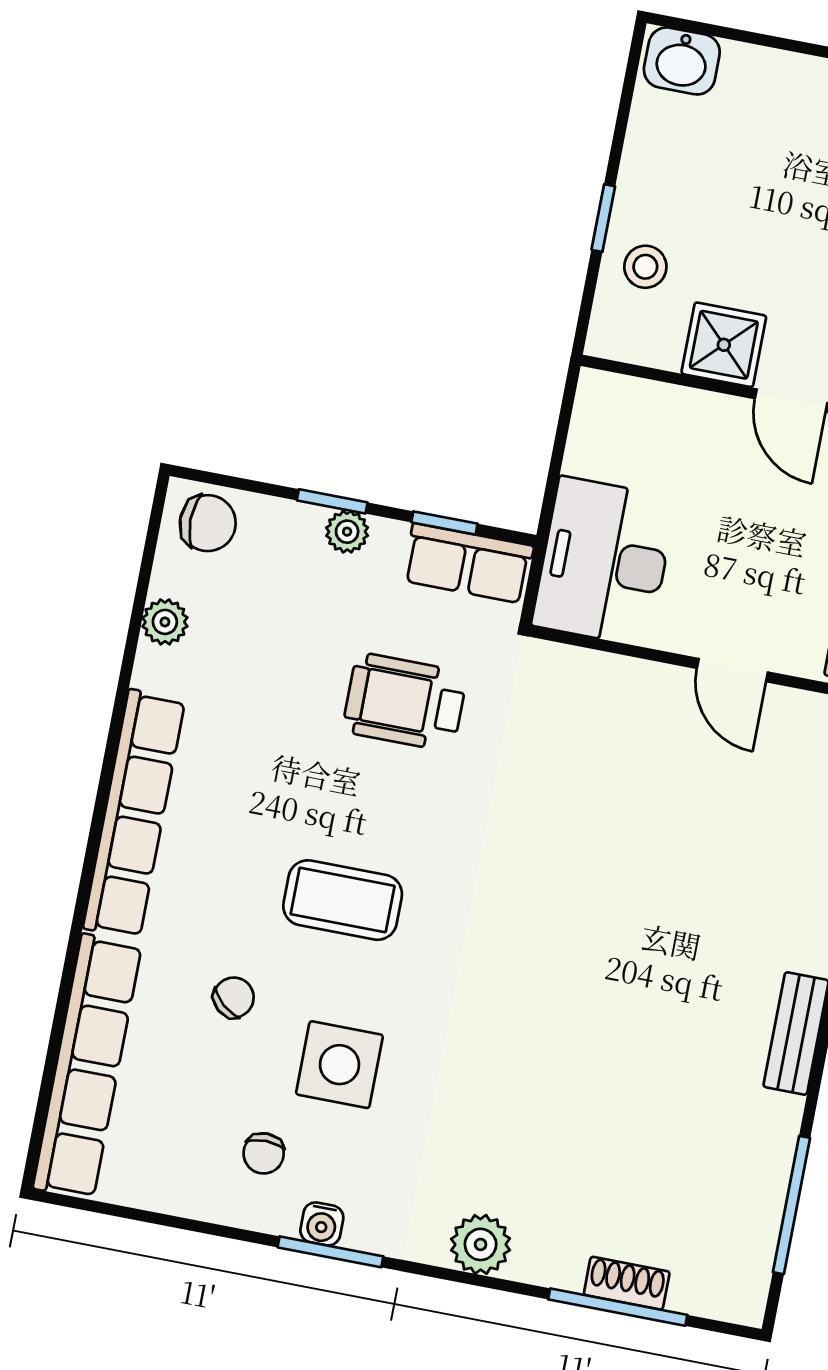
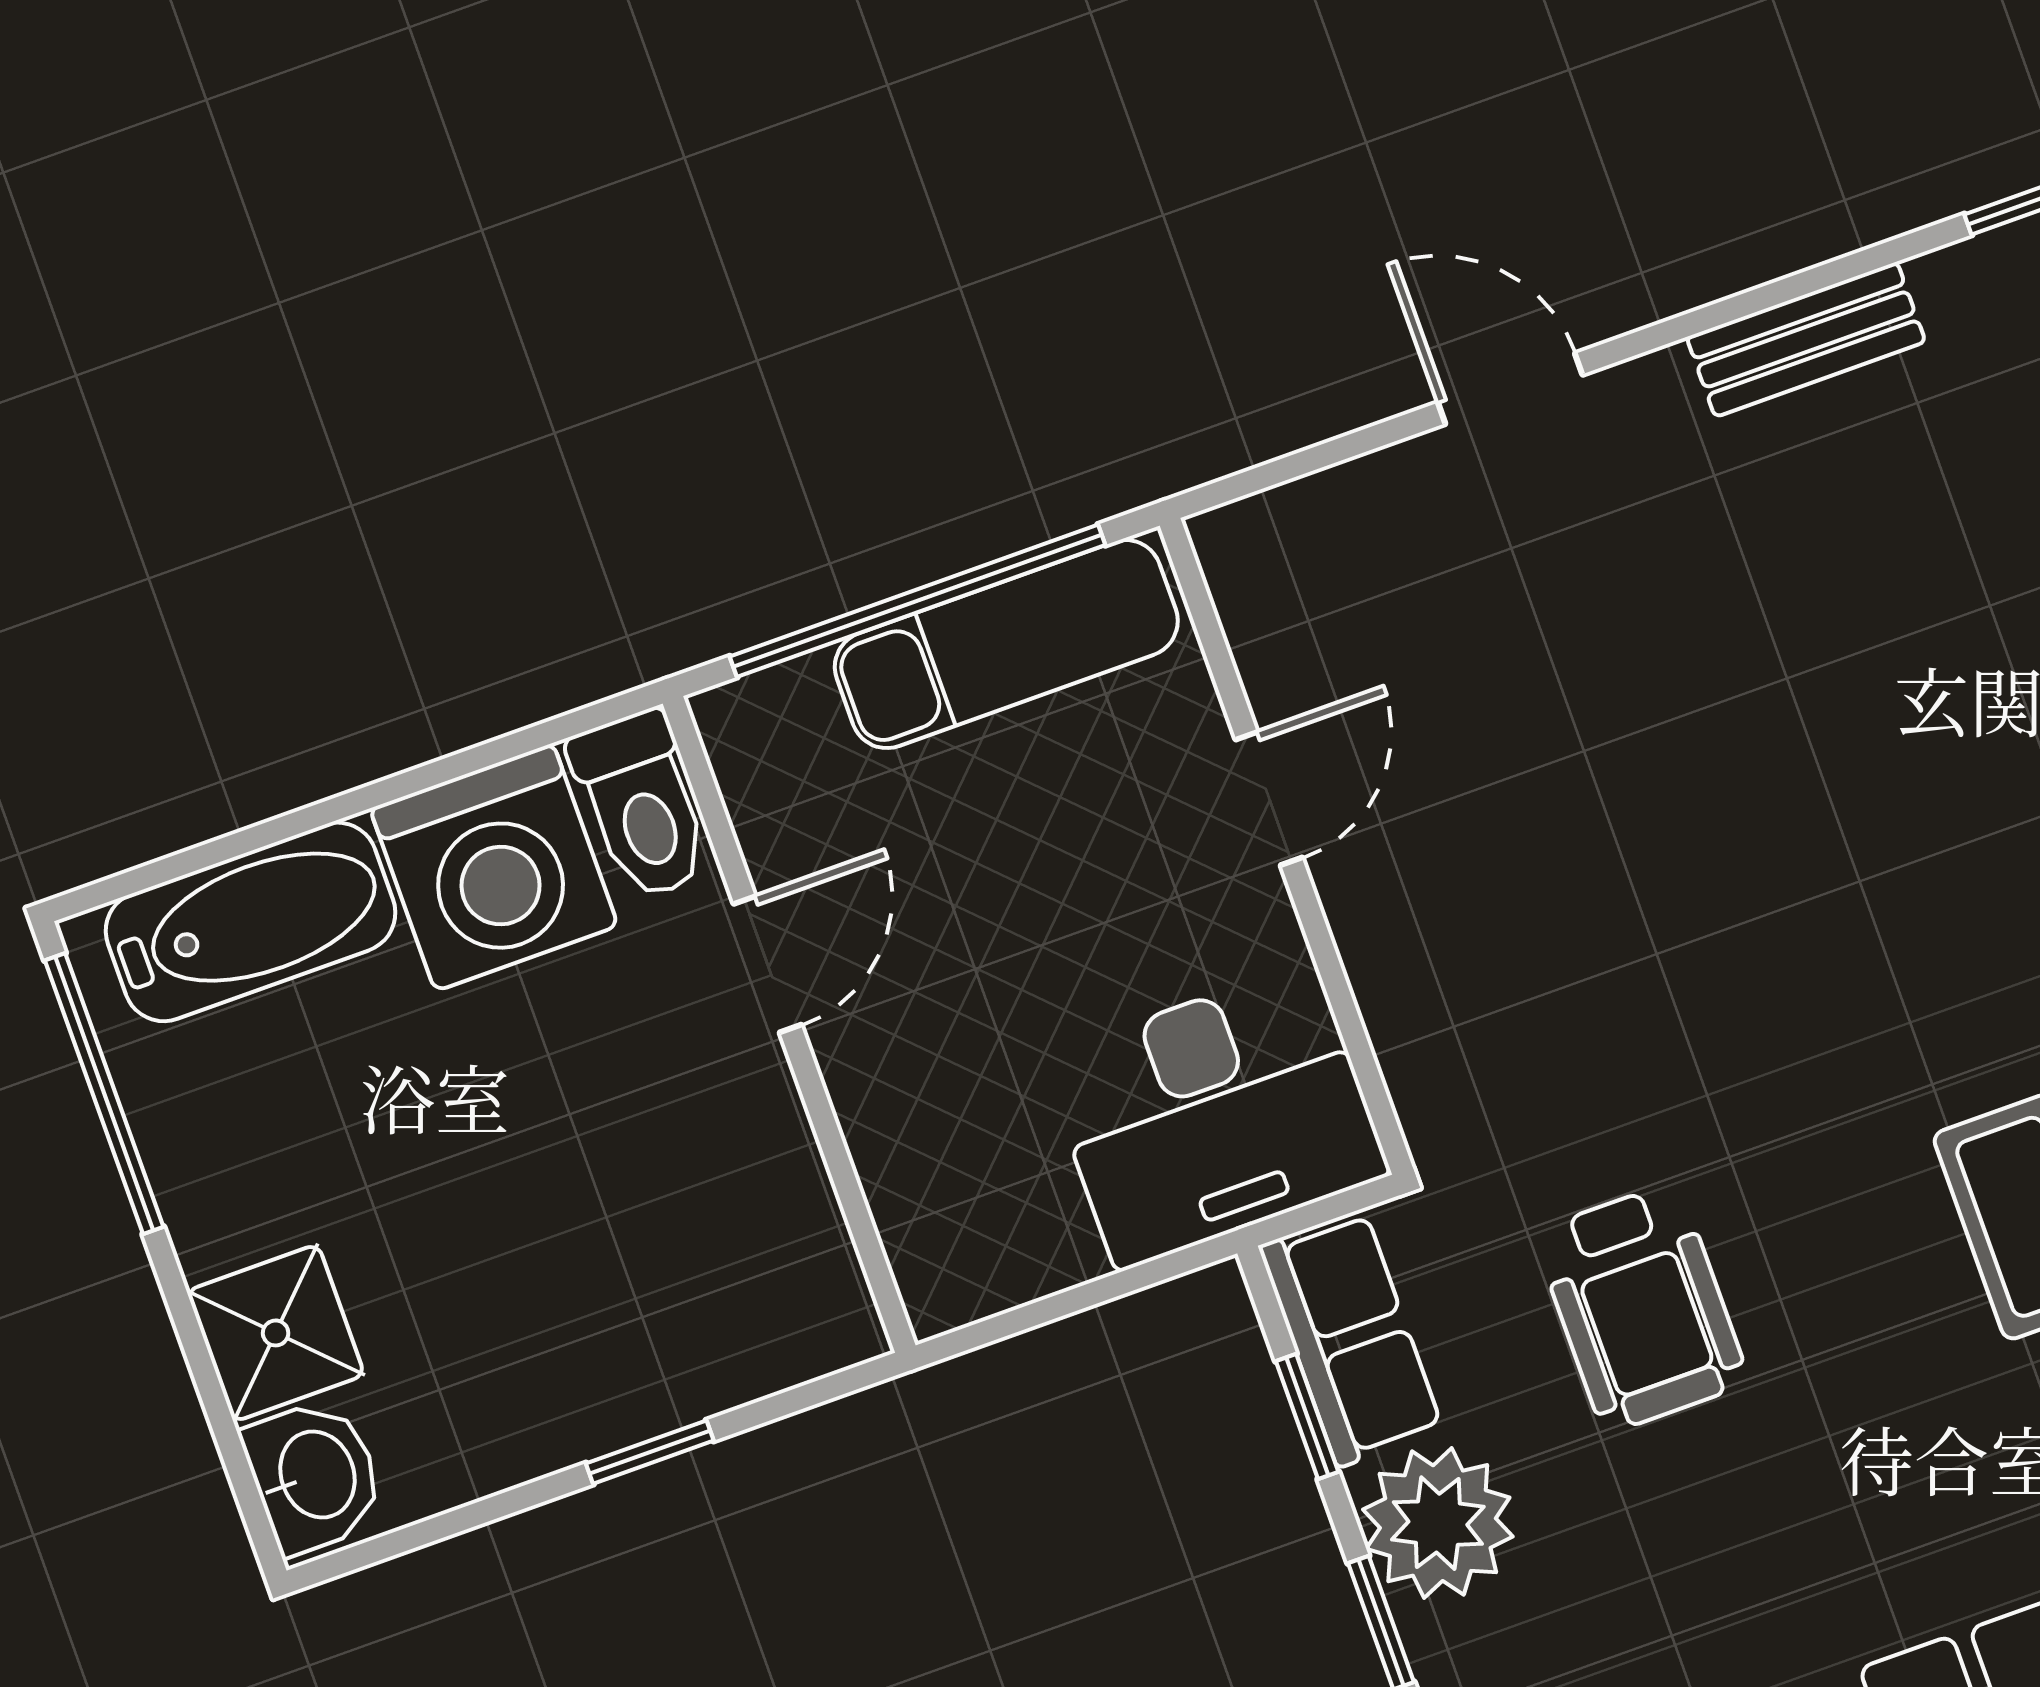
stool: (645, 267) -> (689, 1335), removed
shower: (724, 345) -> (276, 1333), moved
plant: (347, 532) -> (1438, 1523), width x1.87, depth x1.87

